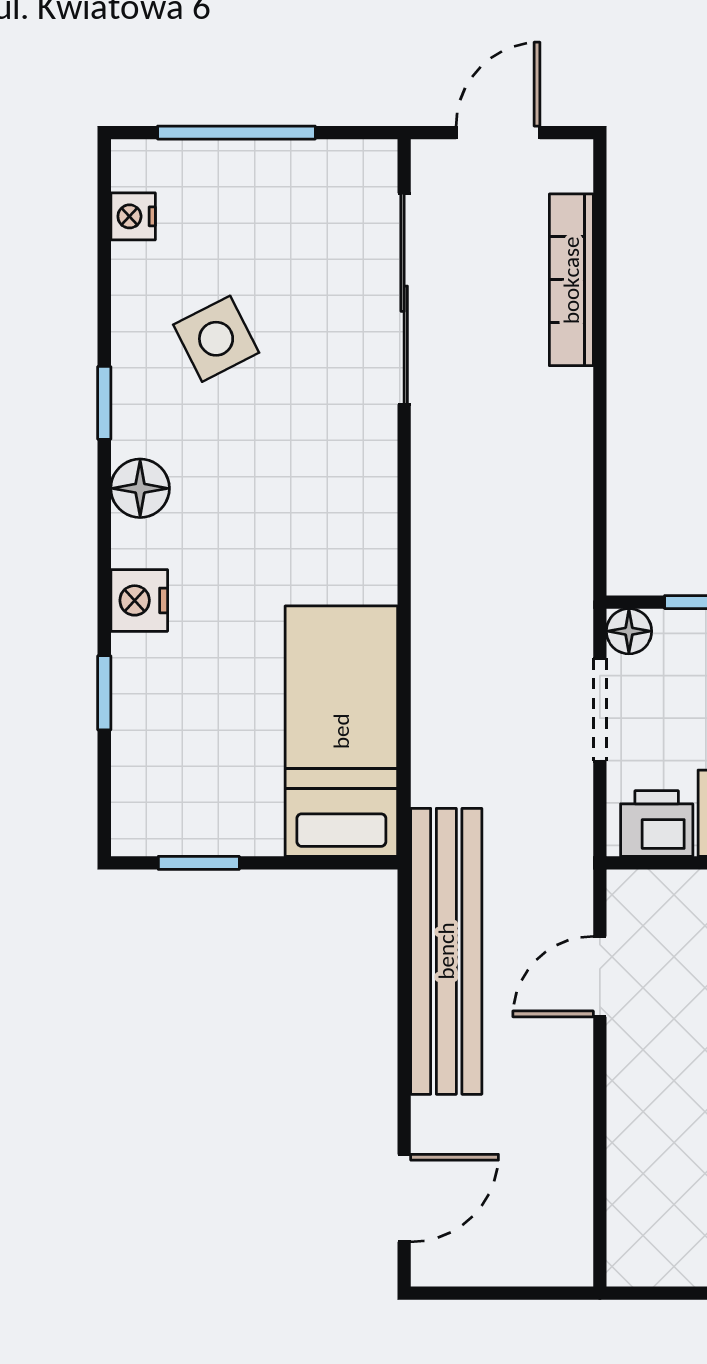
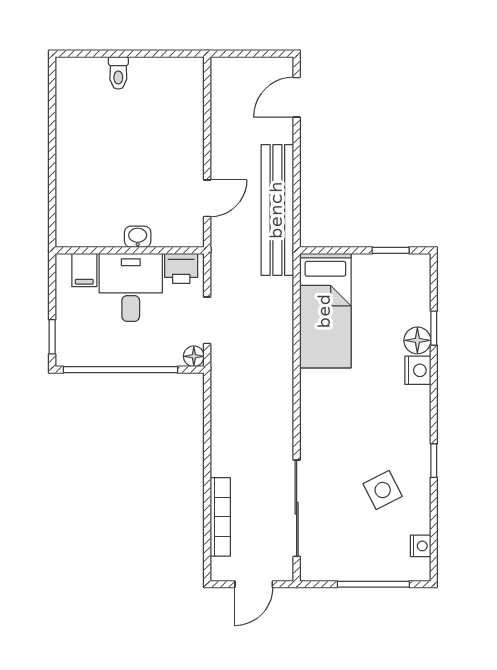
floor lamp: (140, 488) -> (417, 340), moved

